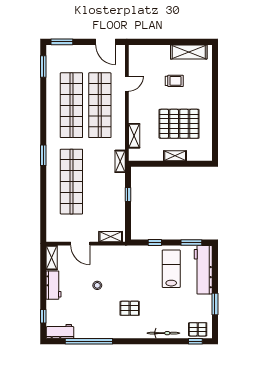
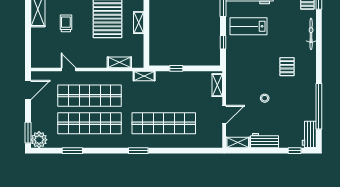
plant: (55, 53) -> (39, 140), added
window: (43, 67) -> (72, 151), moved

